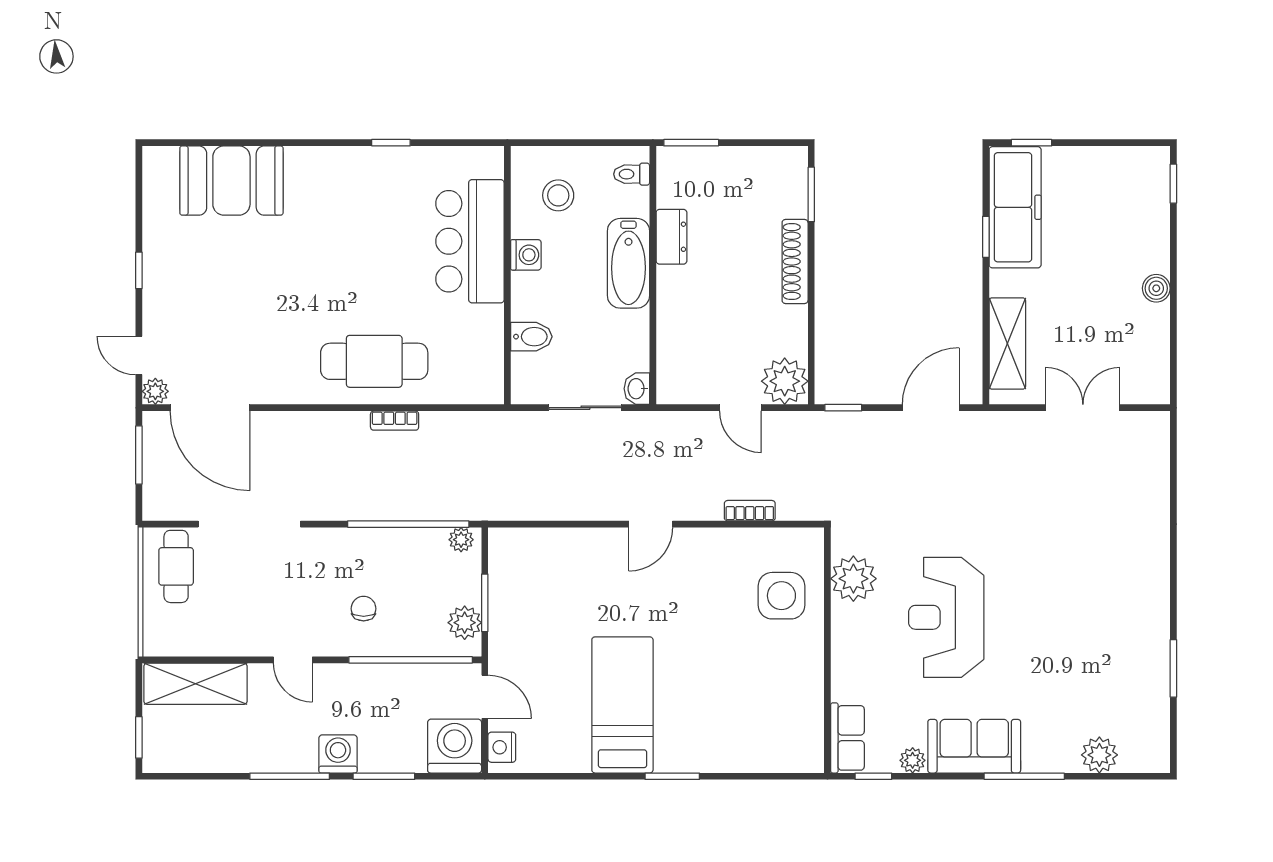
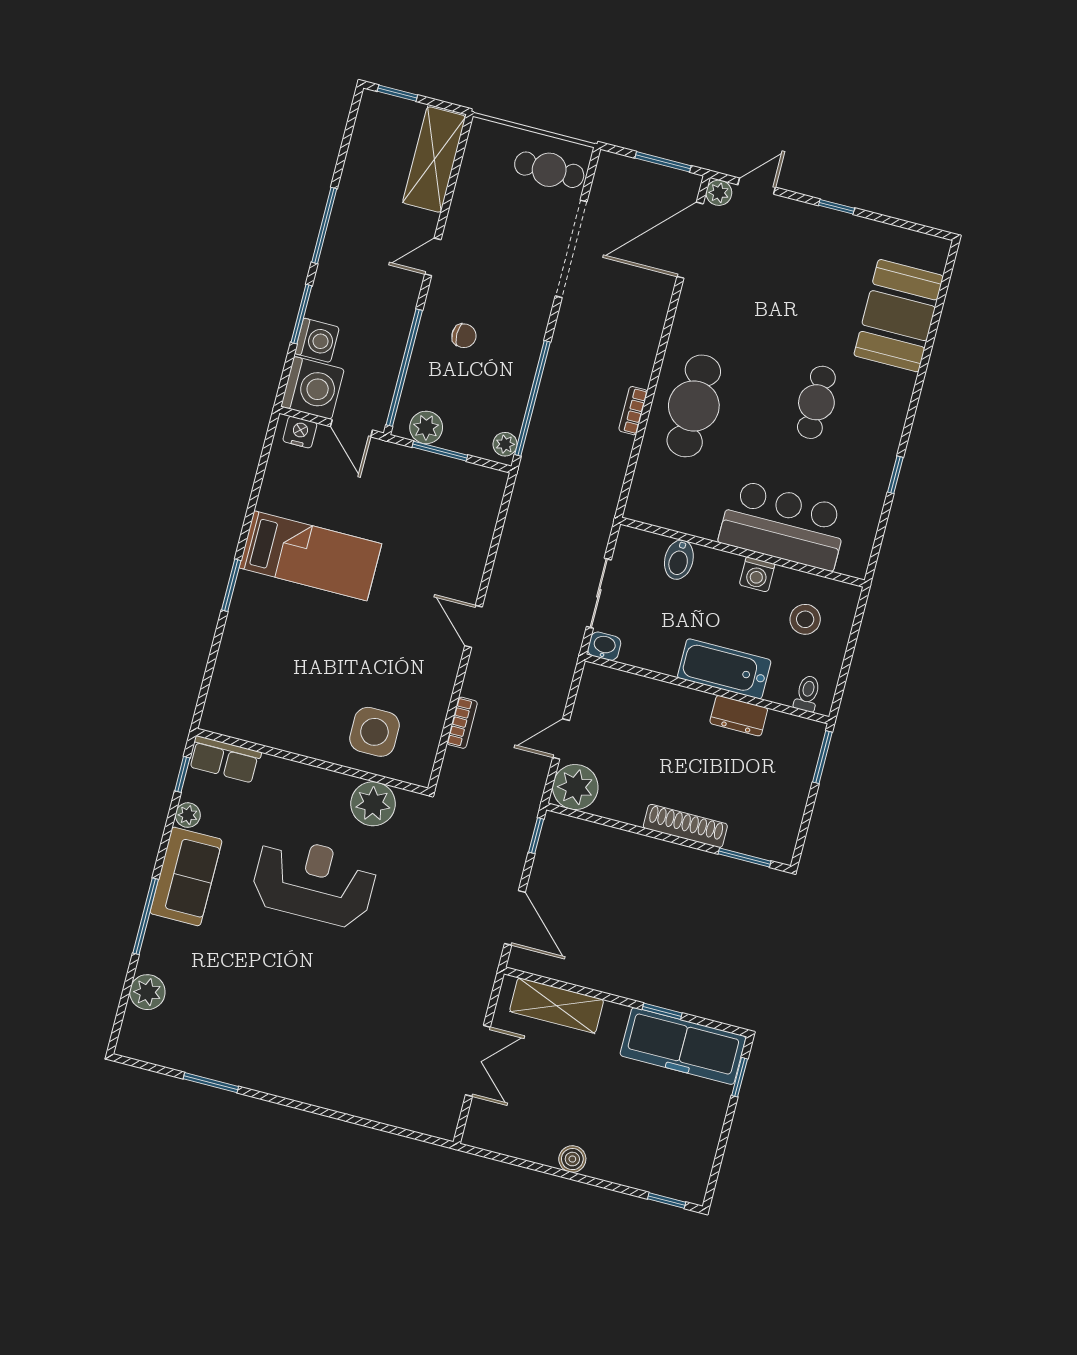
cafe table: (339, 240) -> (816, 402), added
door: (485, 697) -> (351, 428), hinge flipped
washing machine: (338, 754) -> (317, 340), moved

